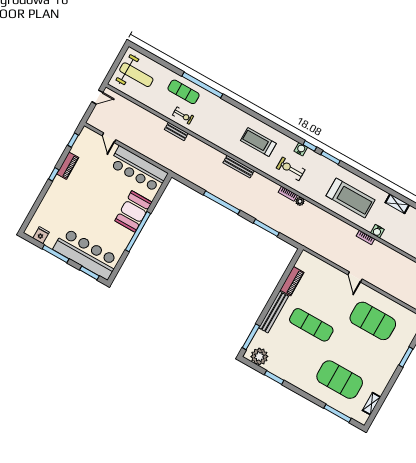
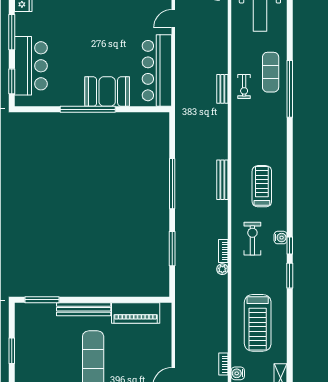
bar counter: (86, 254) -> (31, 66), width x0.73
piano: (292, 281) -> (136, 313), width x1.37, depth x1.33
plant: (259, 357) -> (26, 321), removed

